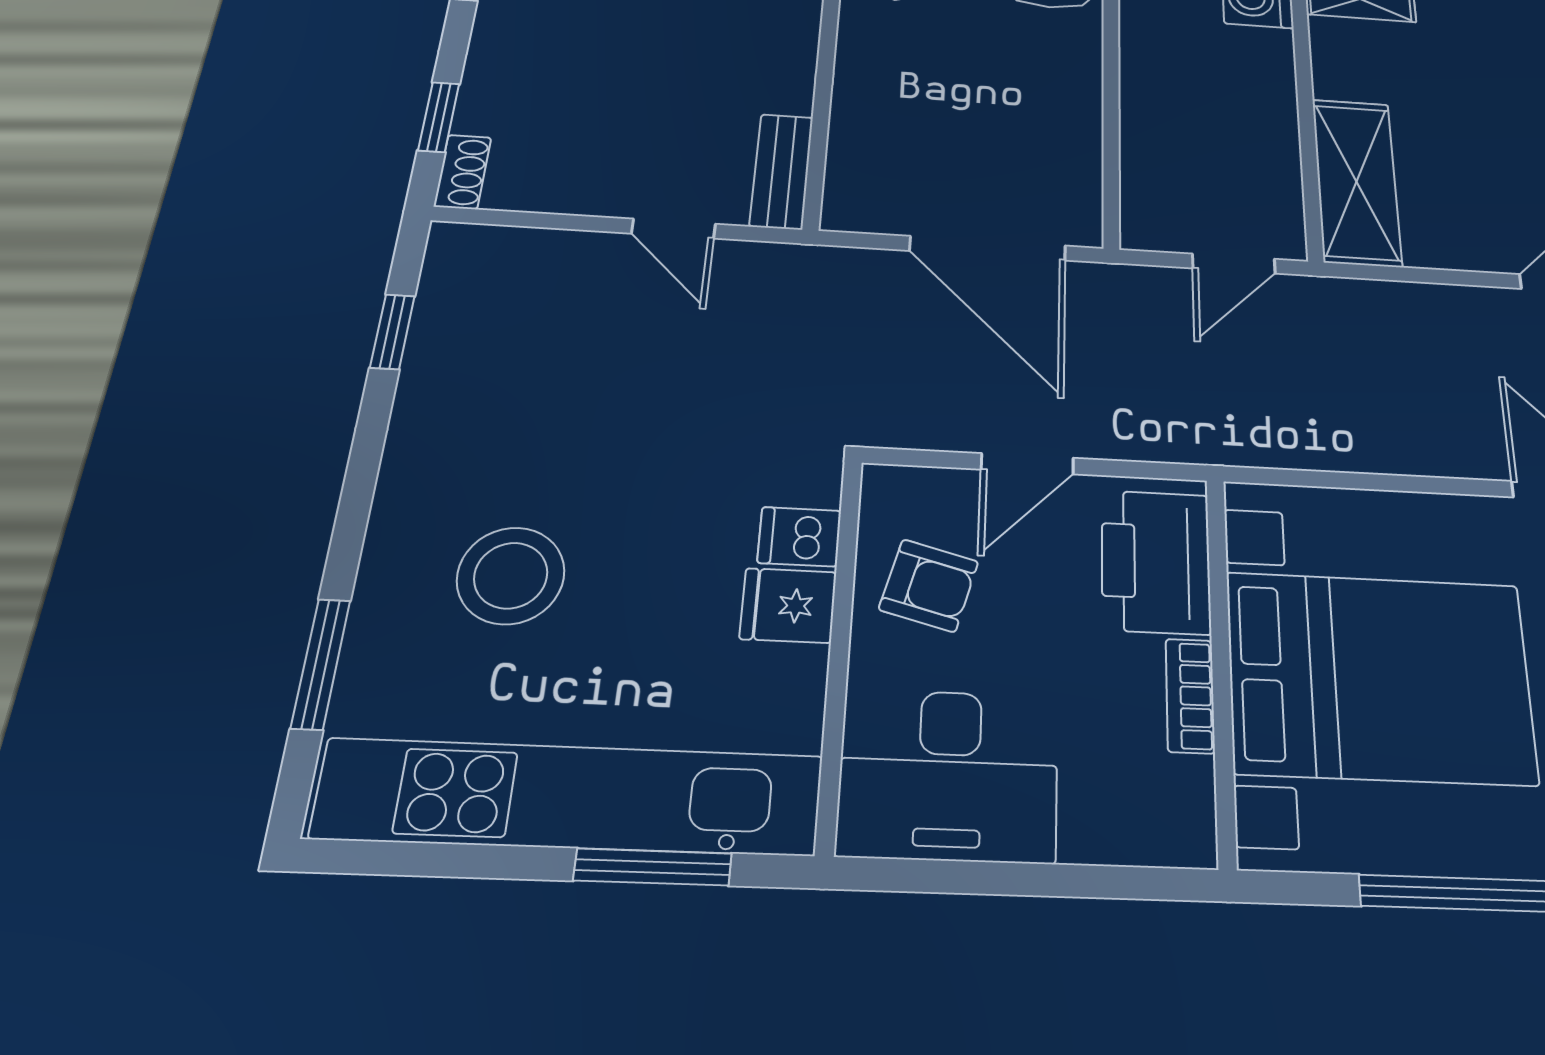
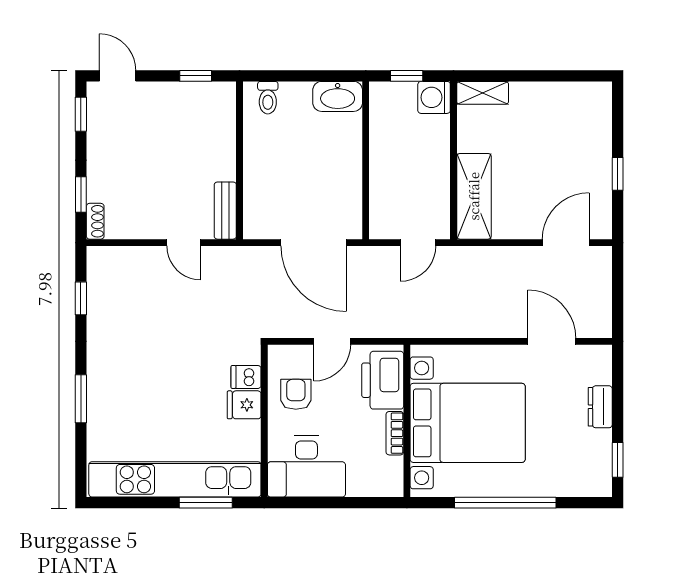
stool: (511, 576) -> (142, 398), removed
armchair: (929, 585) -> (296, 394), turned -105
window: (321, 664) -> (81, 399), moved

